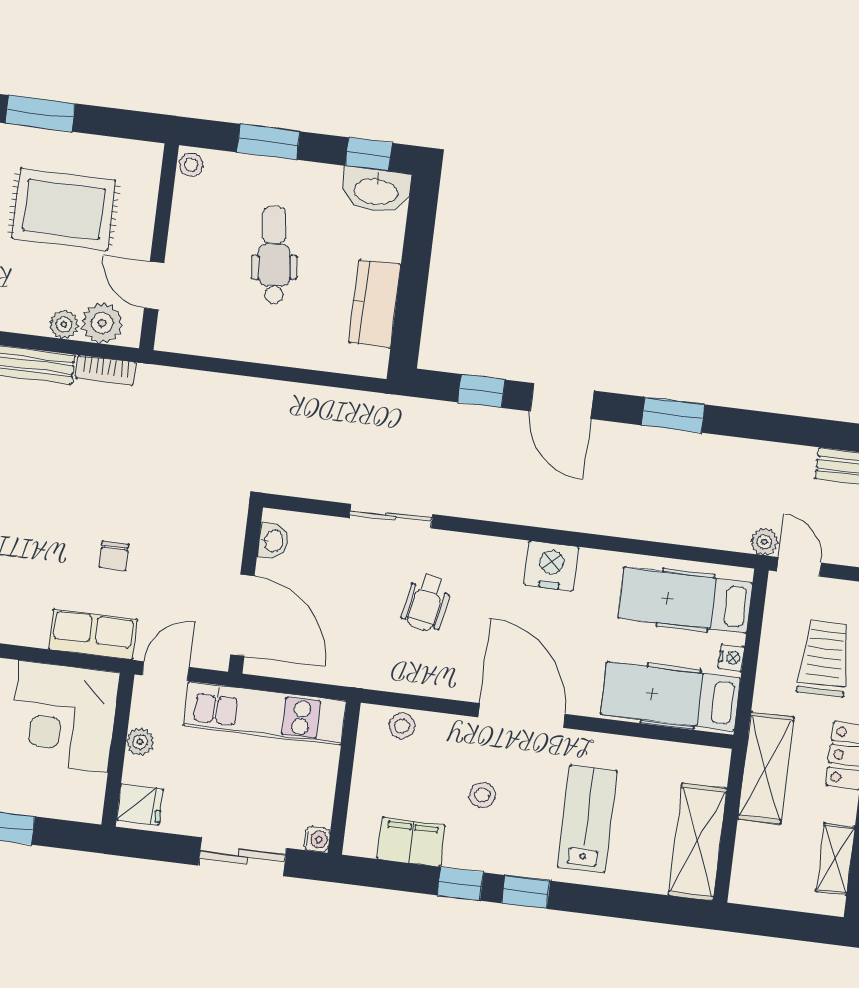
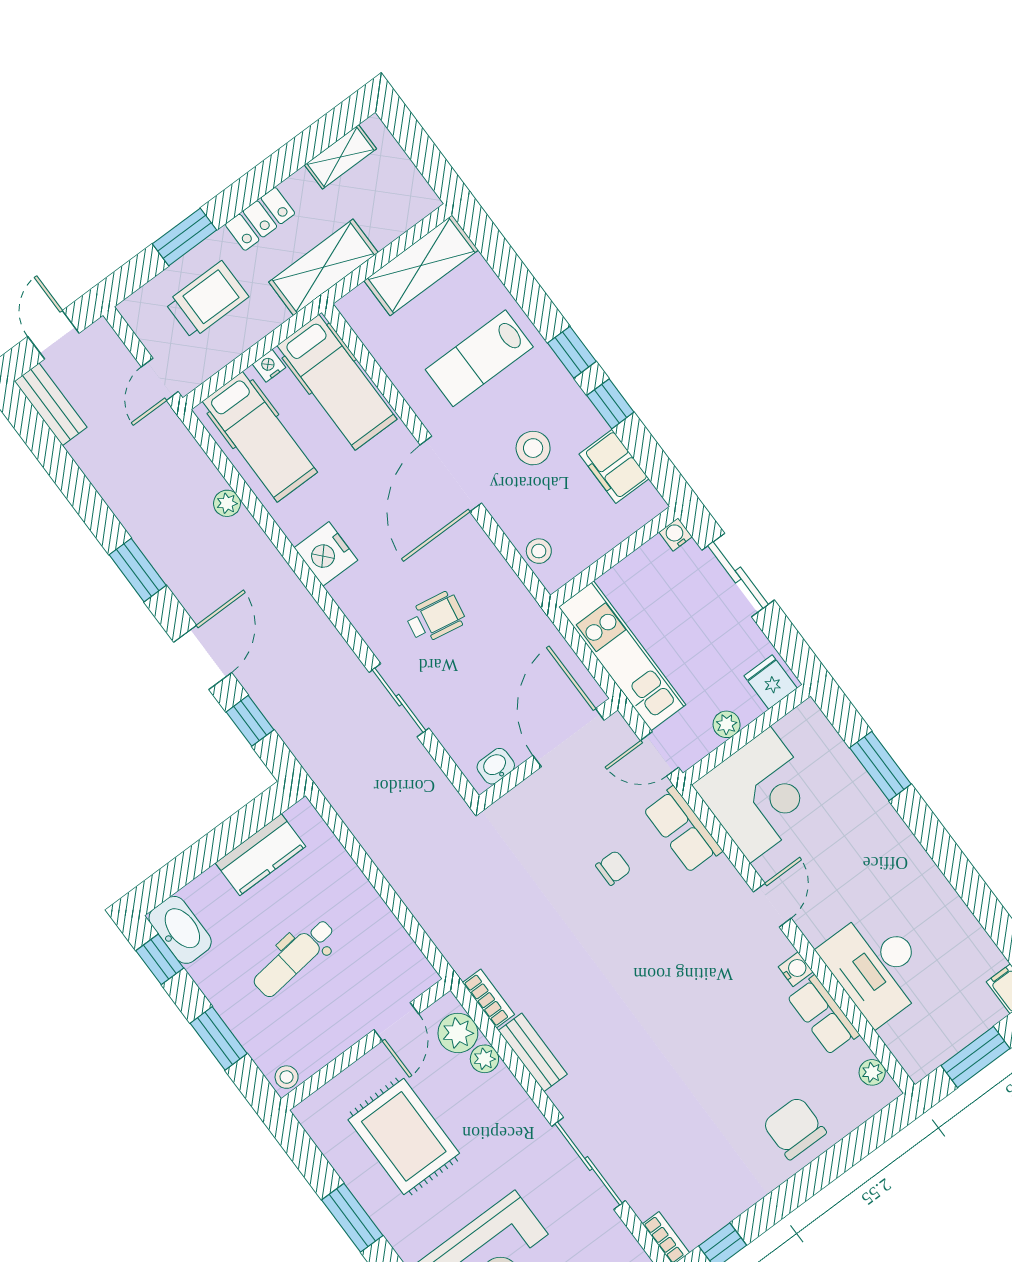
plant: (764, 542) -> (227, 503), moved
trolley: (824, 658) -> (207, 300), turned 180
stool: (482, 795) -> (533, 448), width x1.37, depth x1.37

